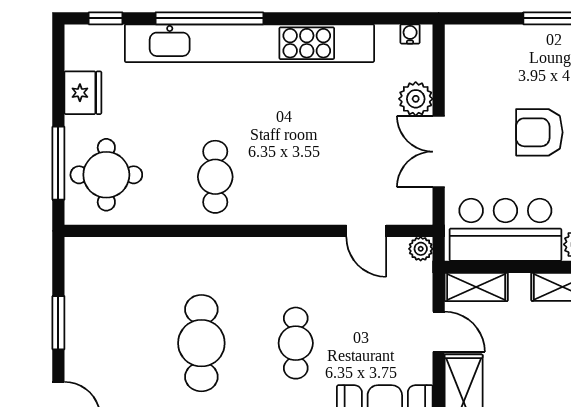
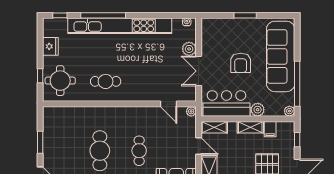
armchair: (539, 132) -> (241, 63), turned -90
window: (58, 163) -> (40, 76), width x0.46
cafe table: (215, 177) -> (106, 81), turned 90

